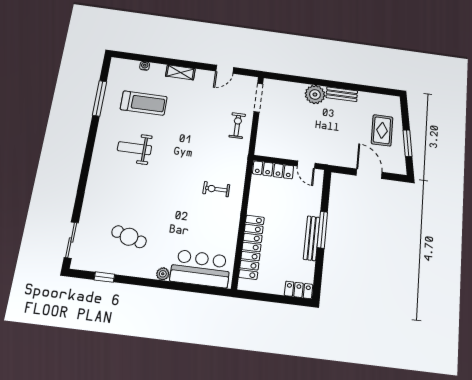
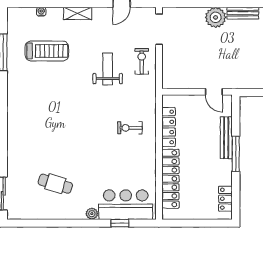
weight bench: (134, 148) -> (108, 69), moved, turned 90
locker: (273, 170) -> (169, 127), moved, turned -90
bench: (312, 238) -> (226, 138), moved
window: (104, 277) -> (120, 223), moved
locker: (299, 290) -> (225, 199), moved, turned -90

